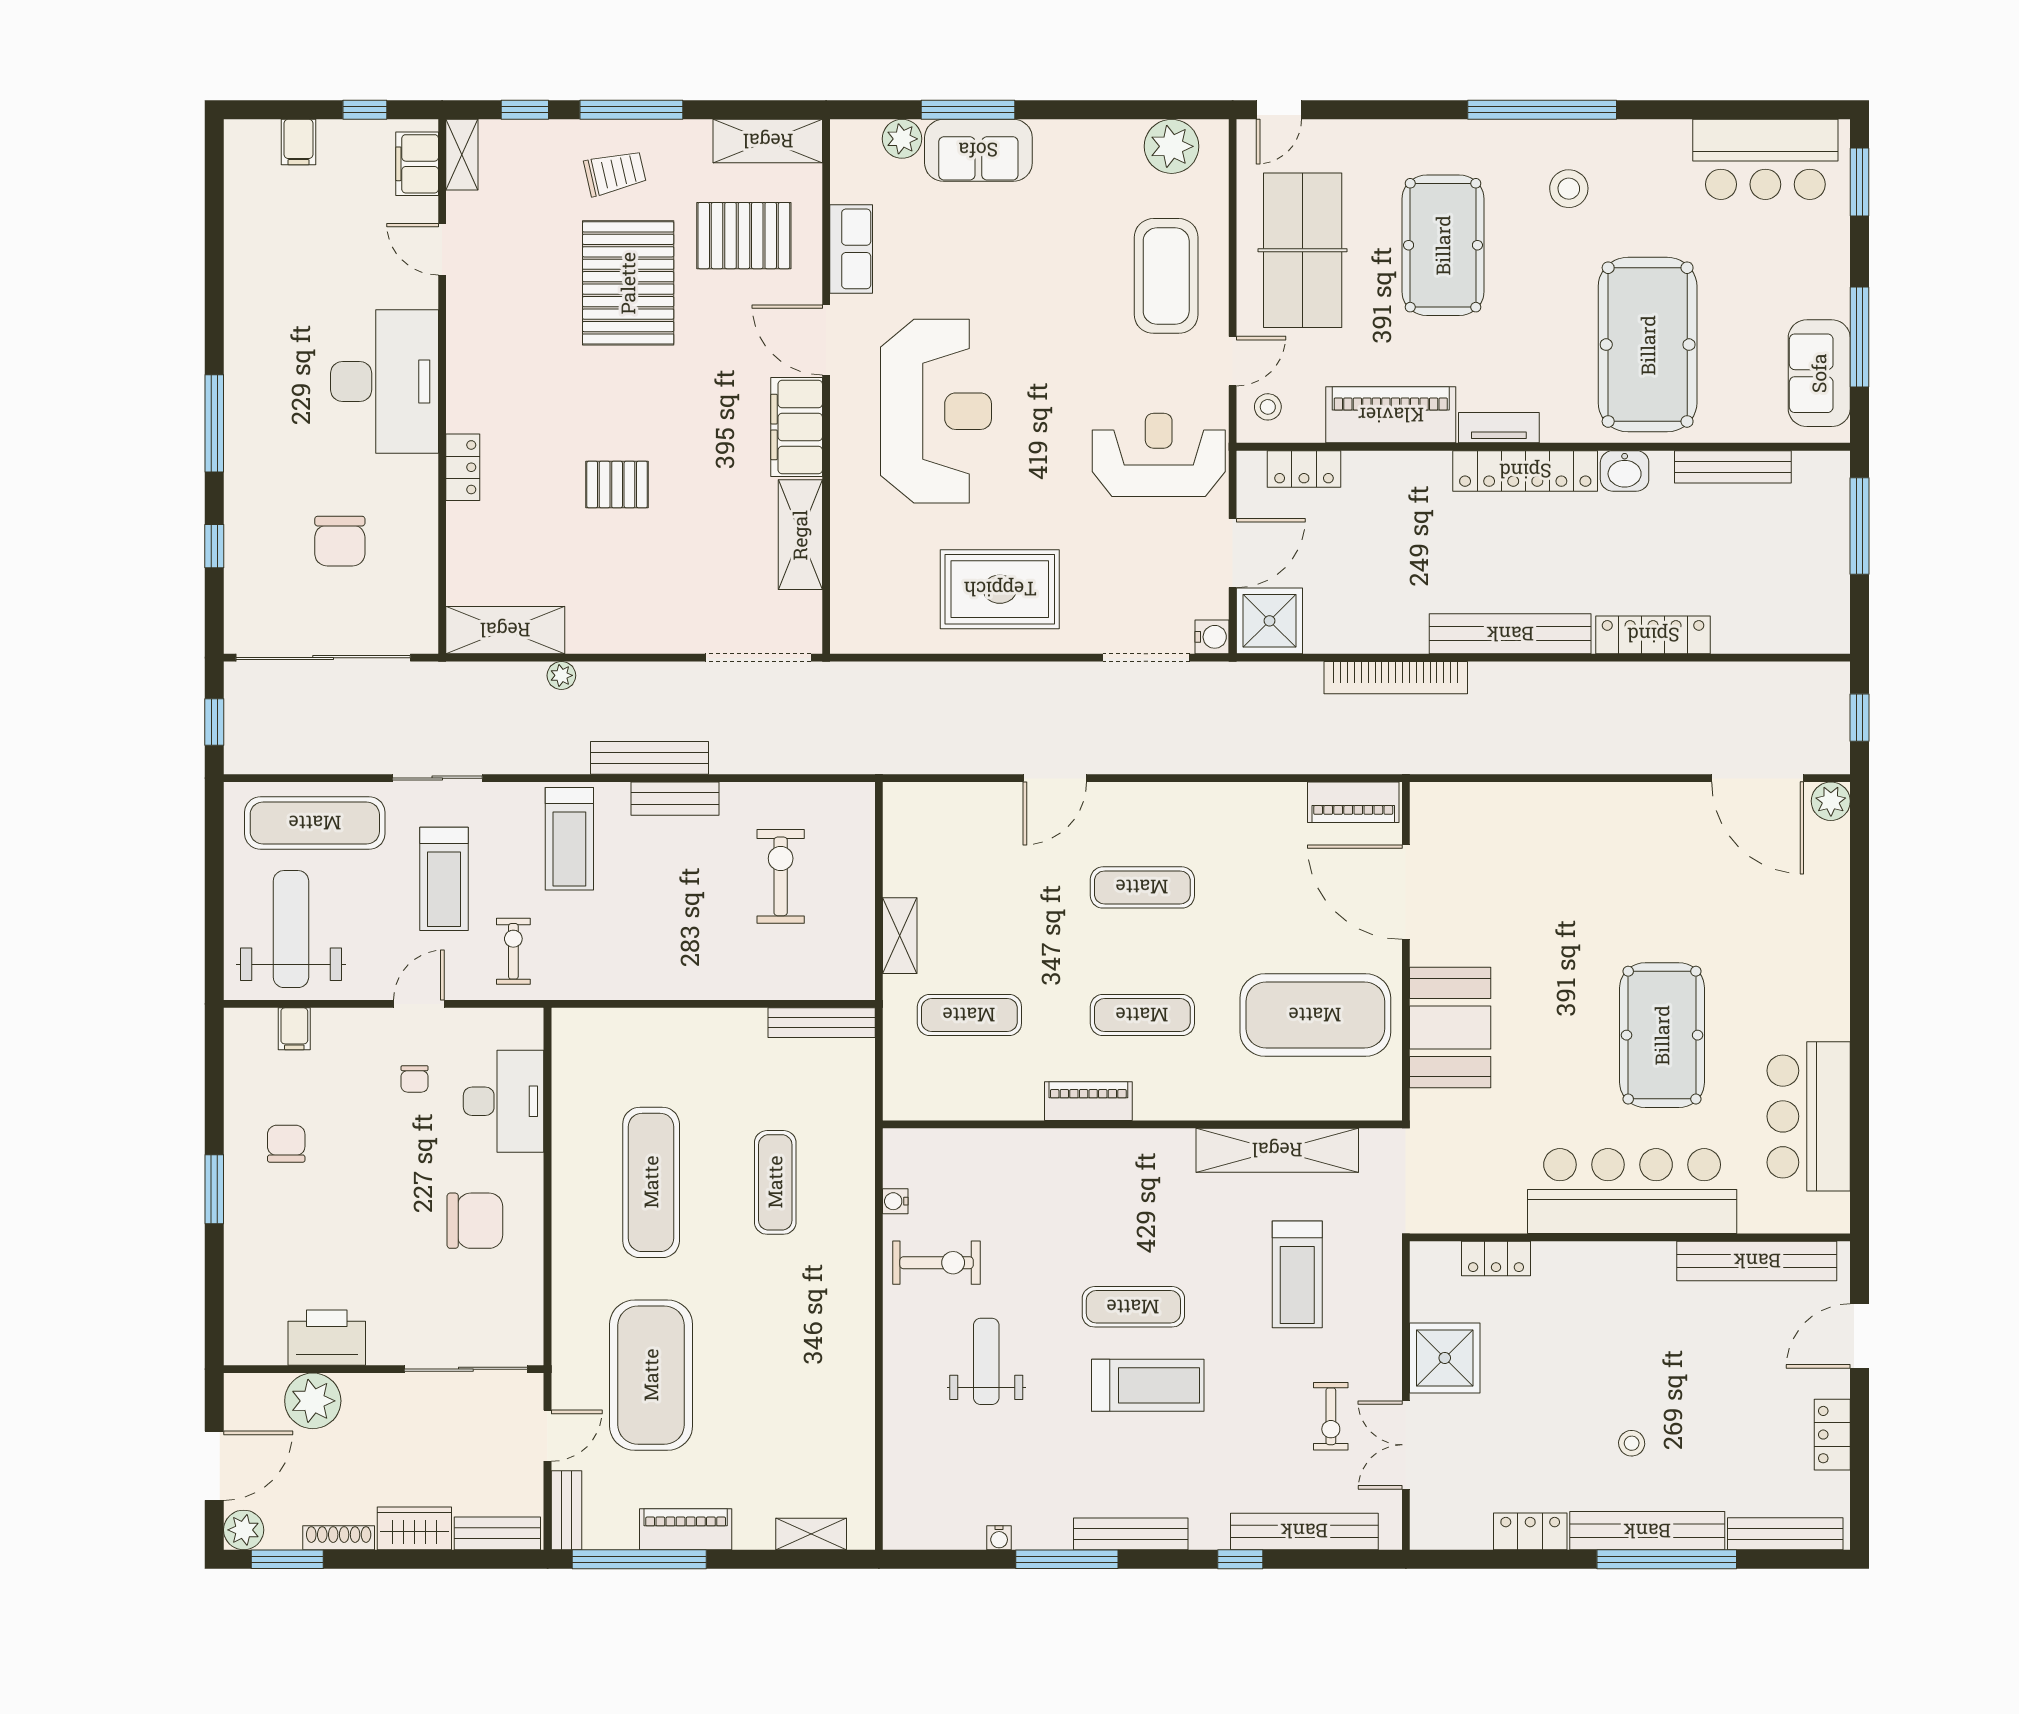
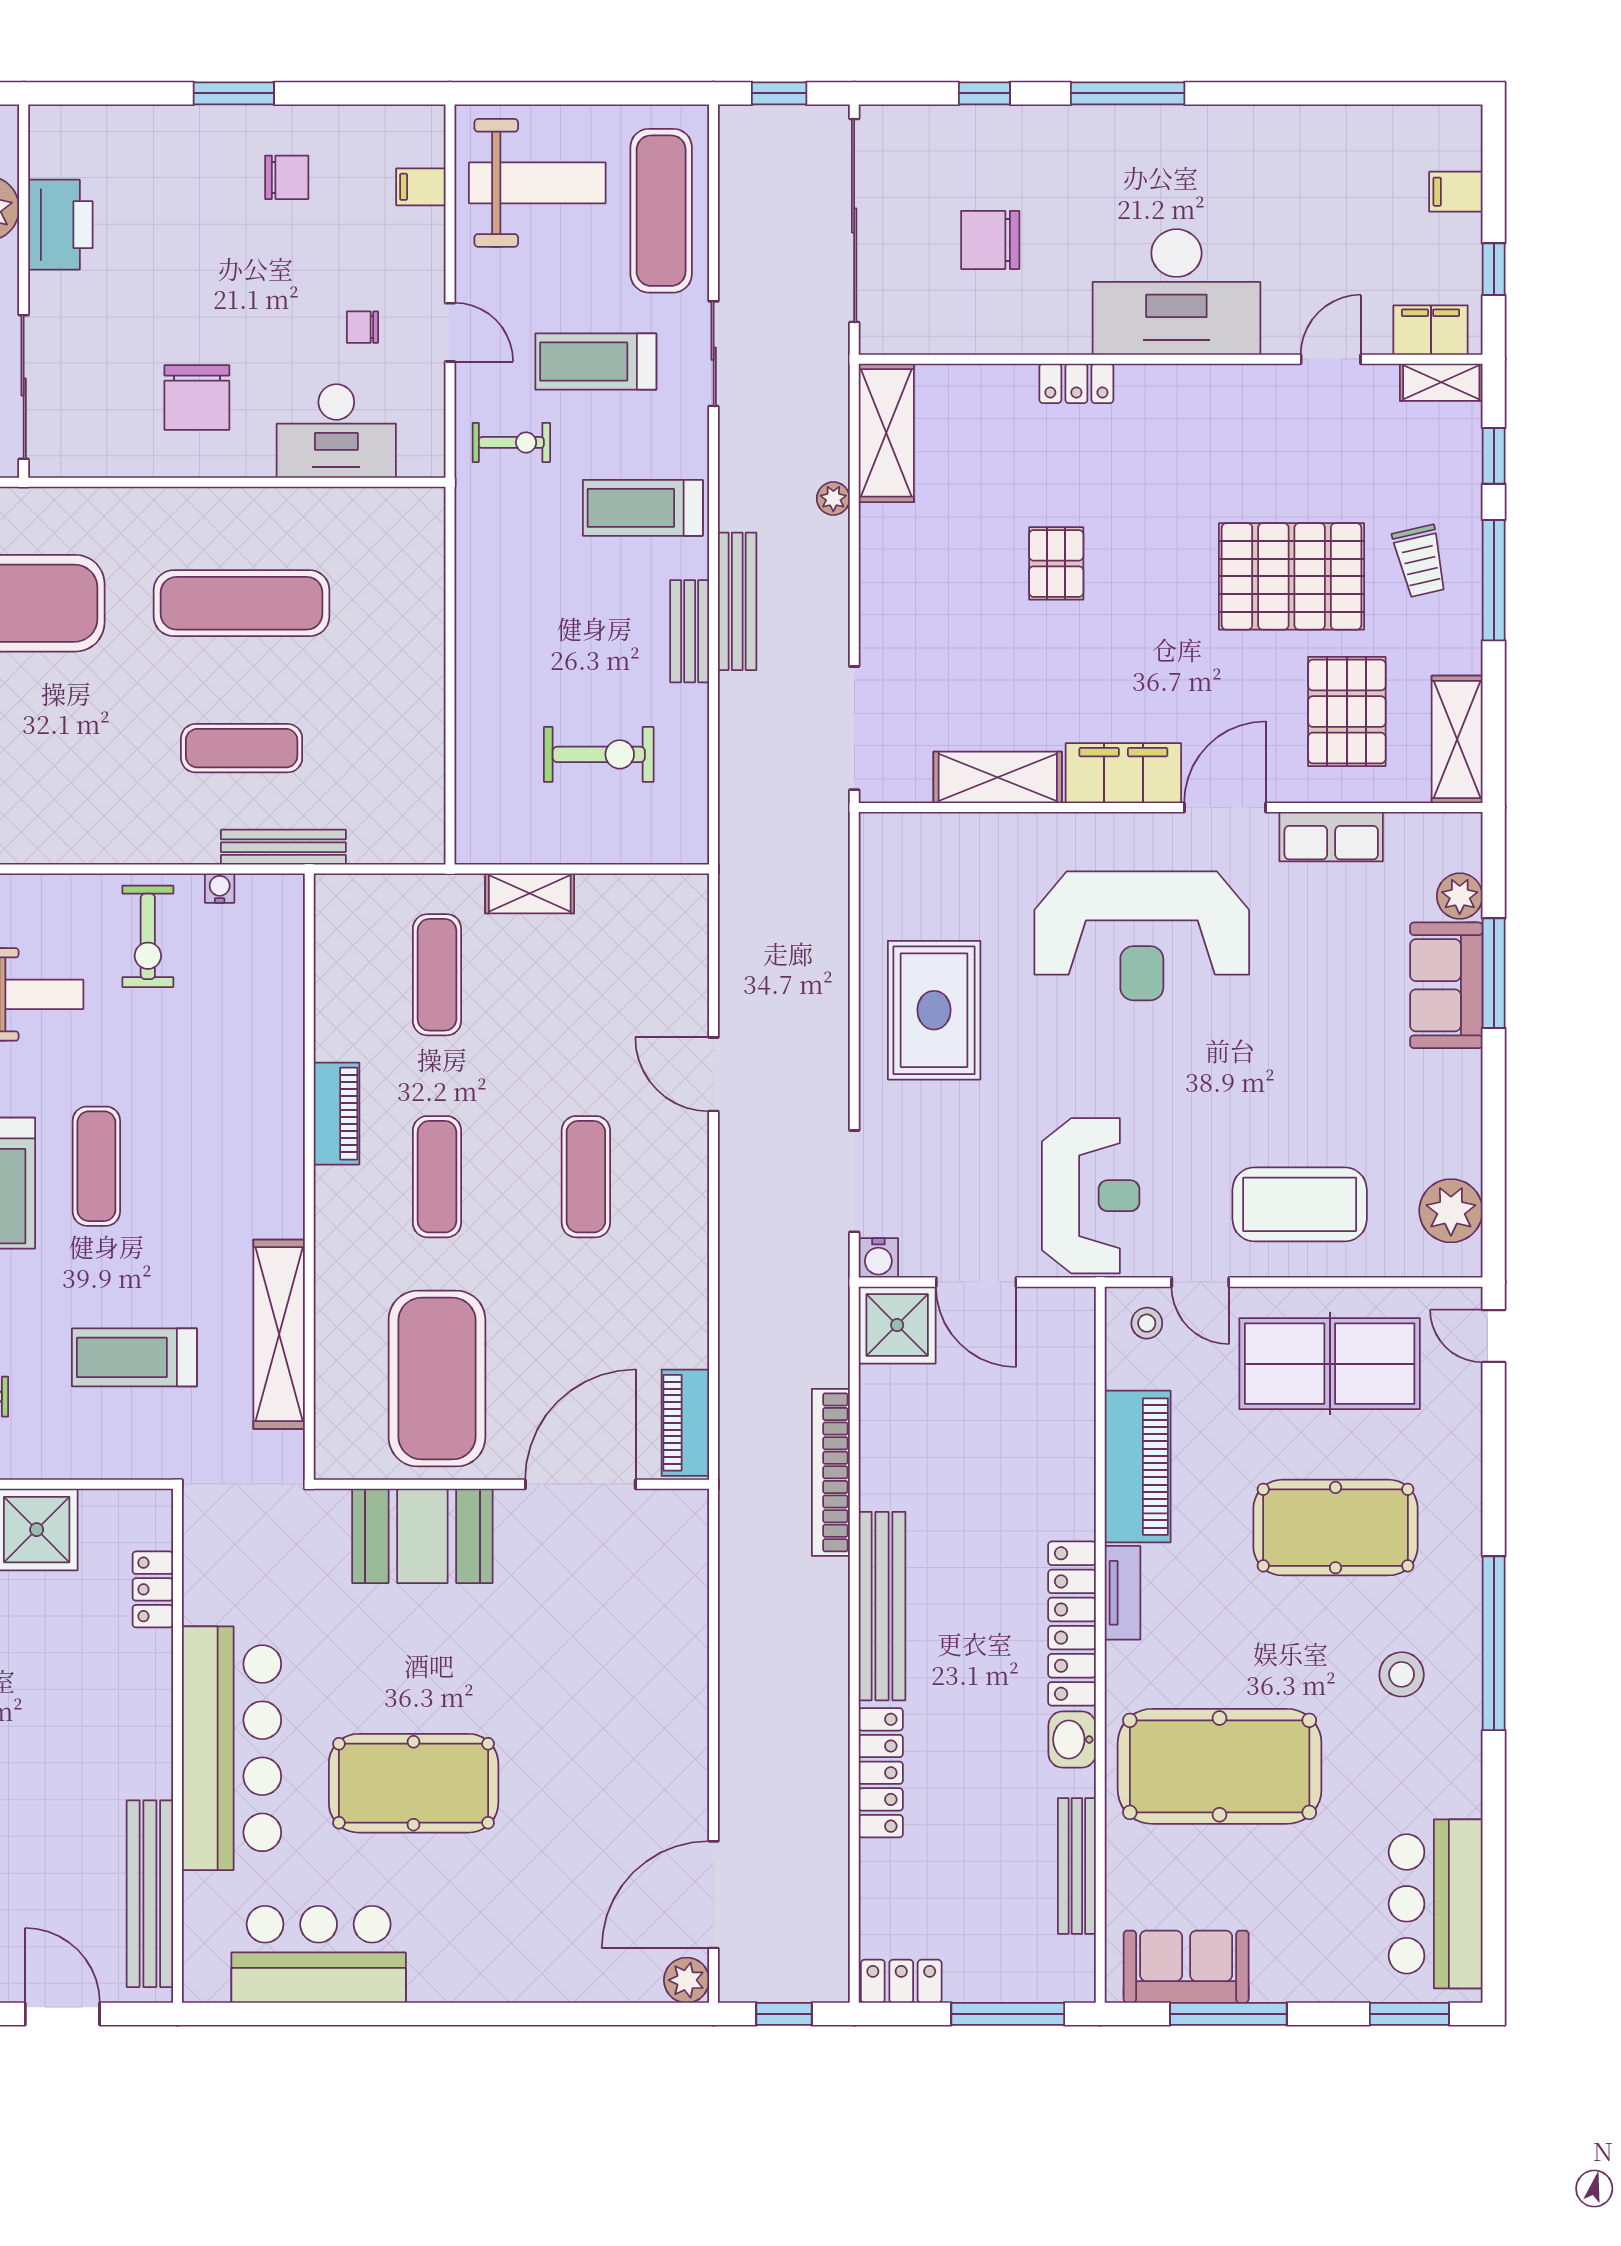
locker: (1304, 469) -> (901, 1981), moved, turned 90
bench: (822, 1023) -> (283, 847), moved, turned 90

